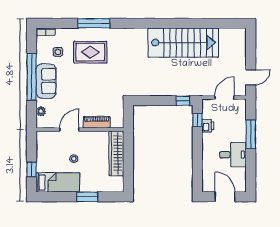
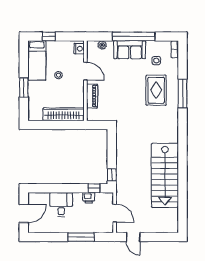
nightstand: (45, 136) -> (79, 49), added
desk: (233, 155) -> (61, 205), moved, turned 180

